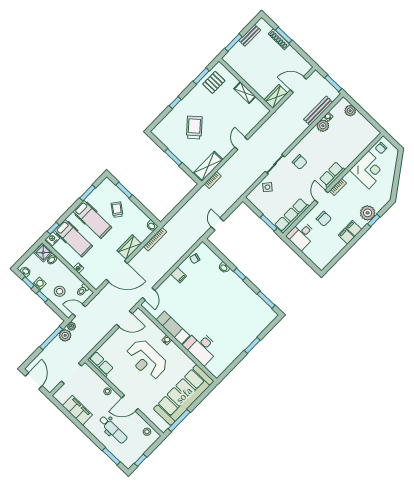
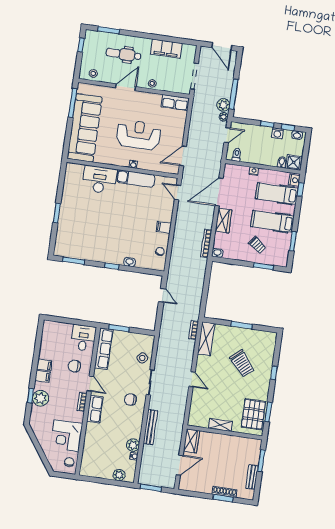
pallet: (214, 82) -> (253, 414), width x1.50, depth x1.42
bench: (318, 111) -> (150, 427), moved
stool: (60, 291) -> (256, 139), removed

